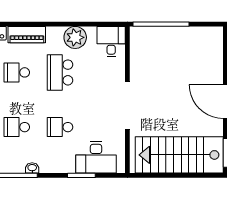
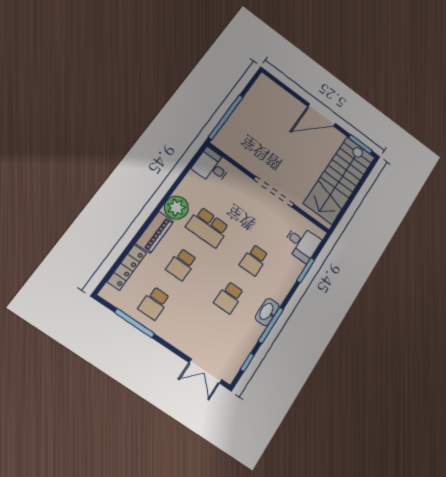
plant: (75, 37) -> (176, 208), moved
desk: (96, 157) -> (302, 243), width x0.73
washbasin: (32, 168) -> (267, 312), width x1.91, depth x1.45

